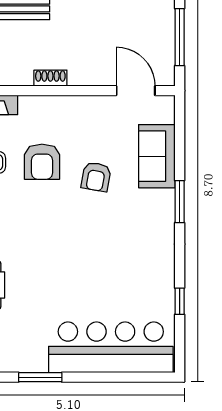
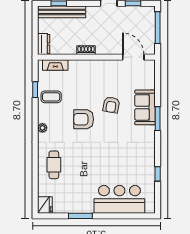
sofa: (157, 156) -> (145, 107), moved
armchair: (42, 162) -> (84, 119), moved, turned 90
bar counter: (111, 347) -> (119, 199), width x0.73

